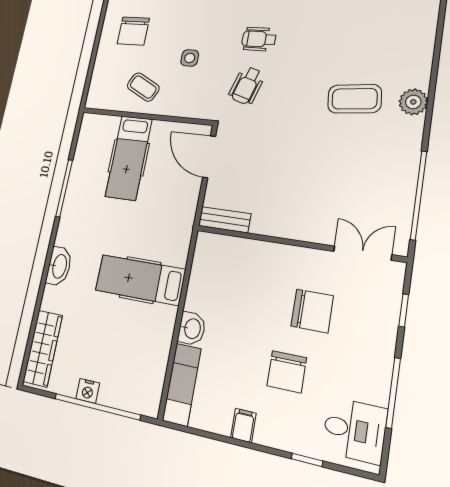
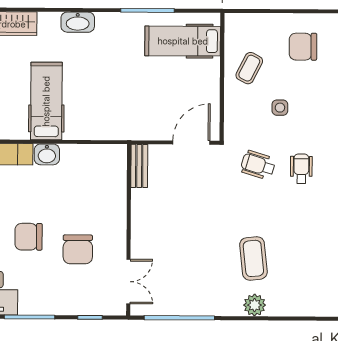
hospital bed: (129, 158) -> (183, 41), moved
hospital bed: (140, 280) -> (46, 101), moved

